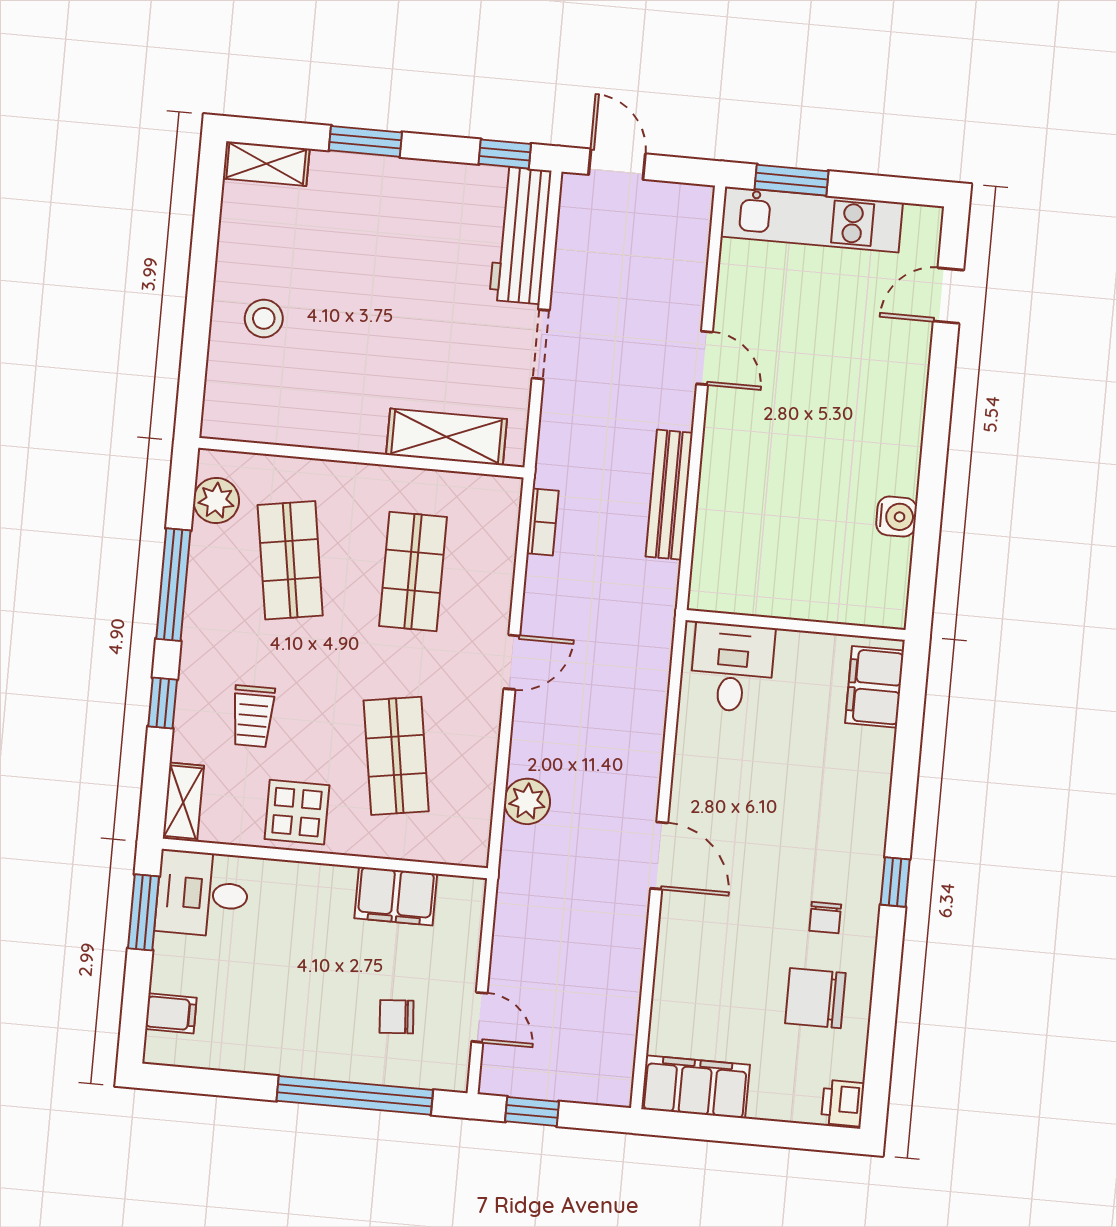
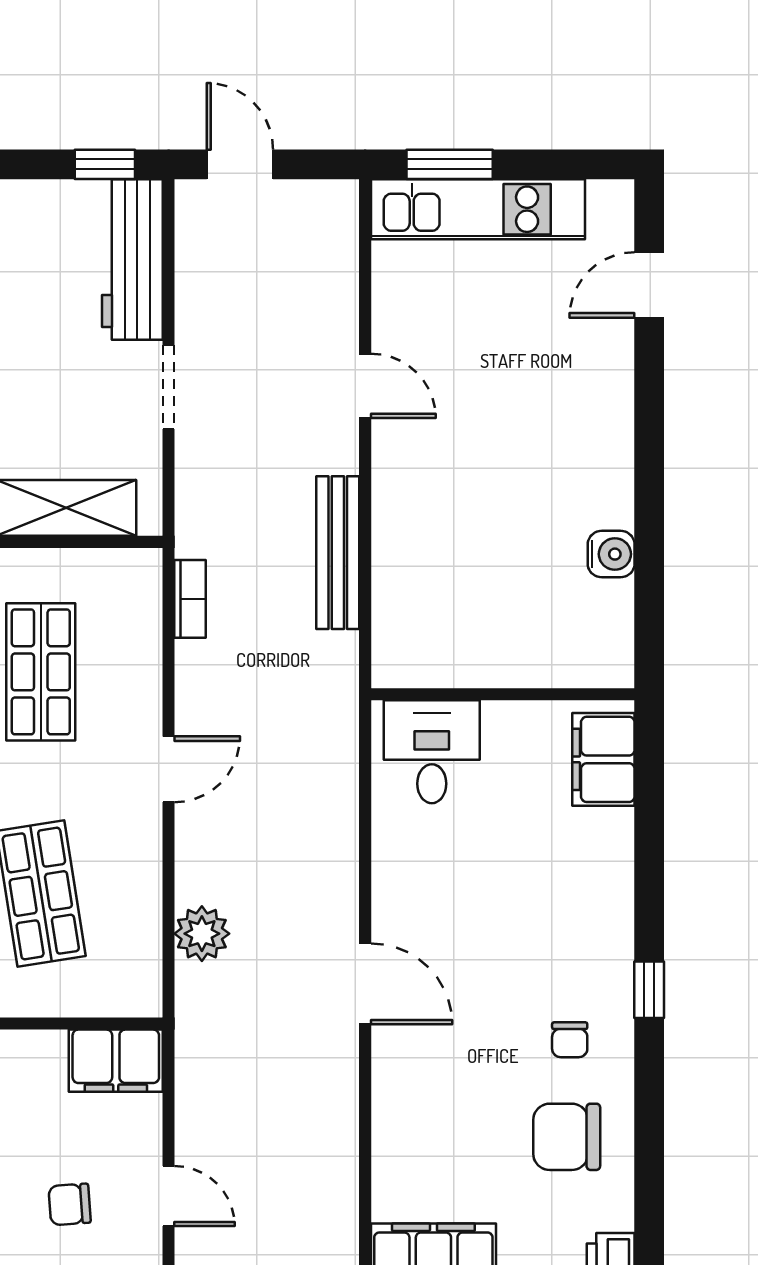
filing cabinet: (396, 896) -> (116, 1061), moved

